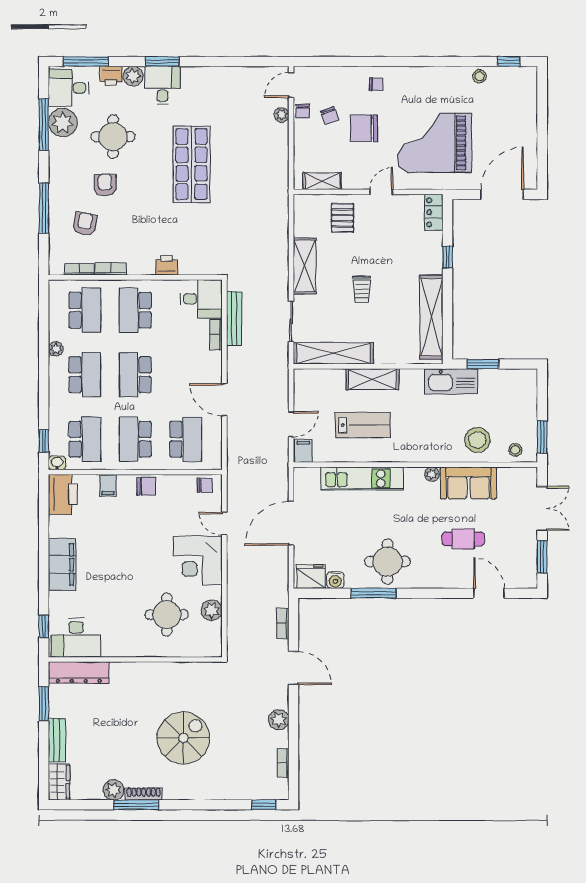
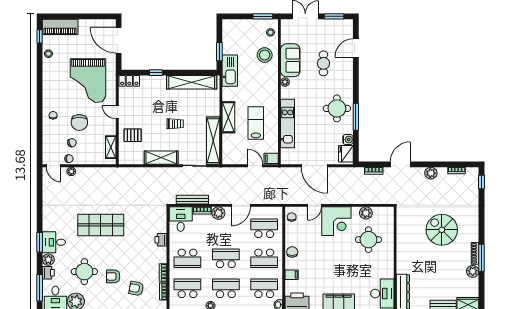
piano: (525, 96) -> (60, 27), added
plant: (211, 362) -> (218, 213), added
school desk: (135, 375) -> (226, 258), turned 180

